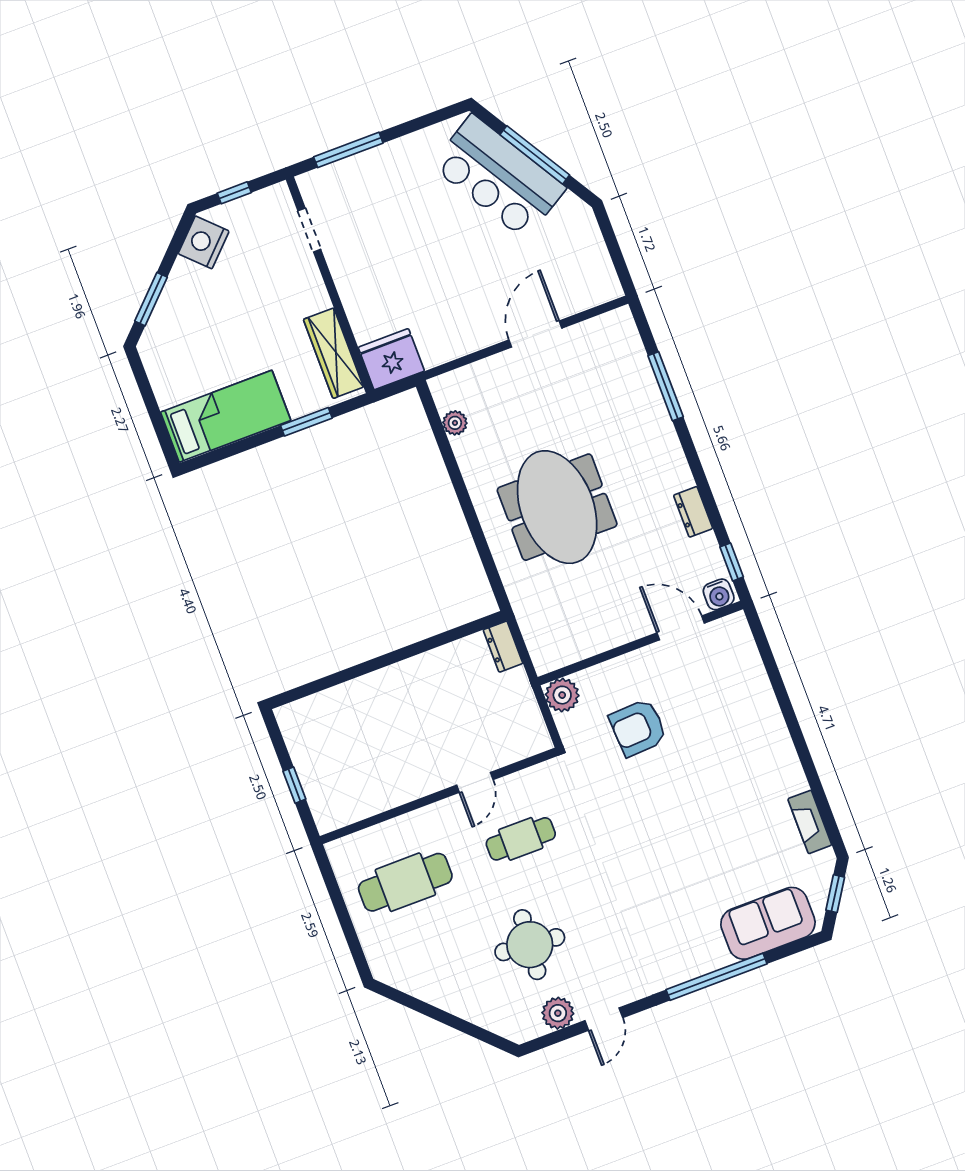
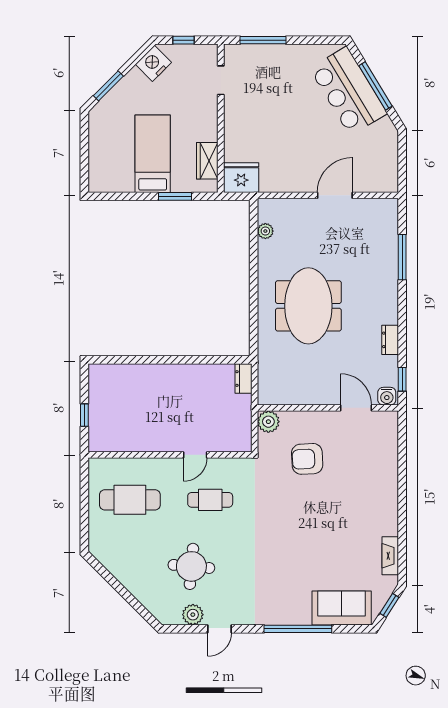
wardrobe: (333, 353) -> (207, 161), width x0.67
bed: (226, 416) -> (153, 154), moved, turned -90

